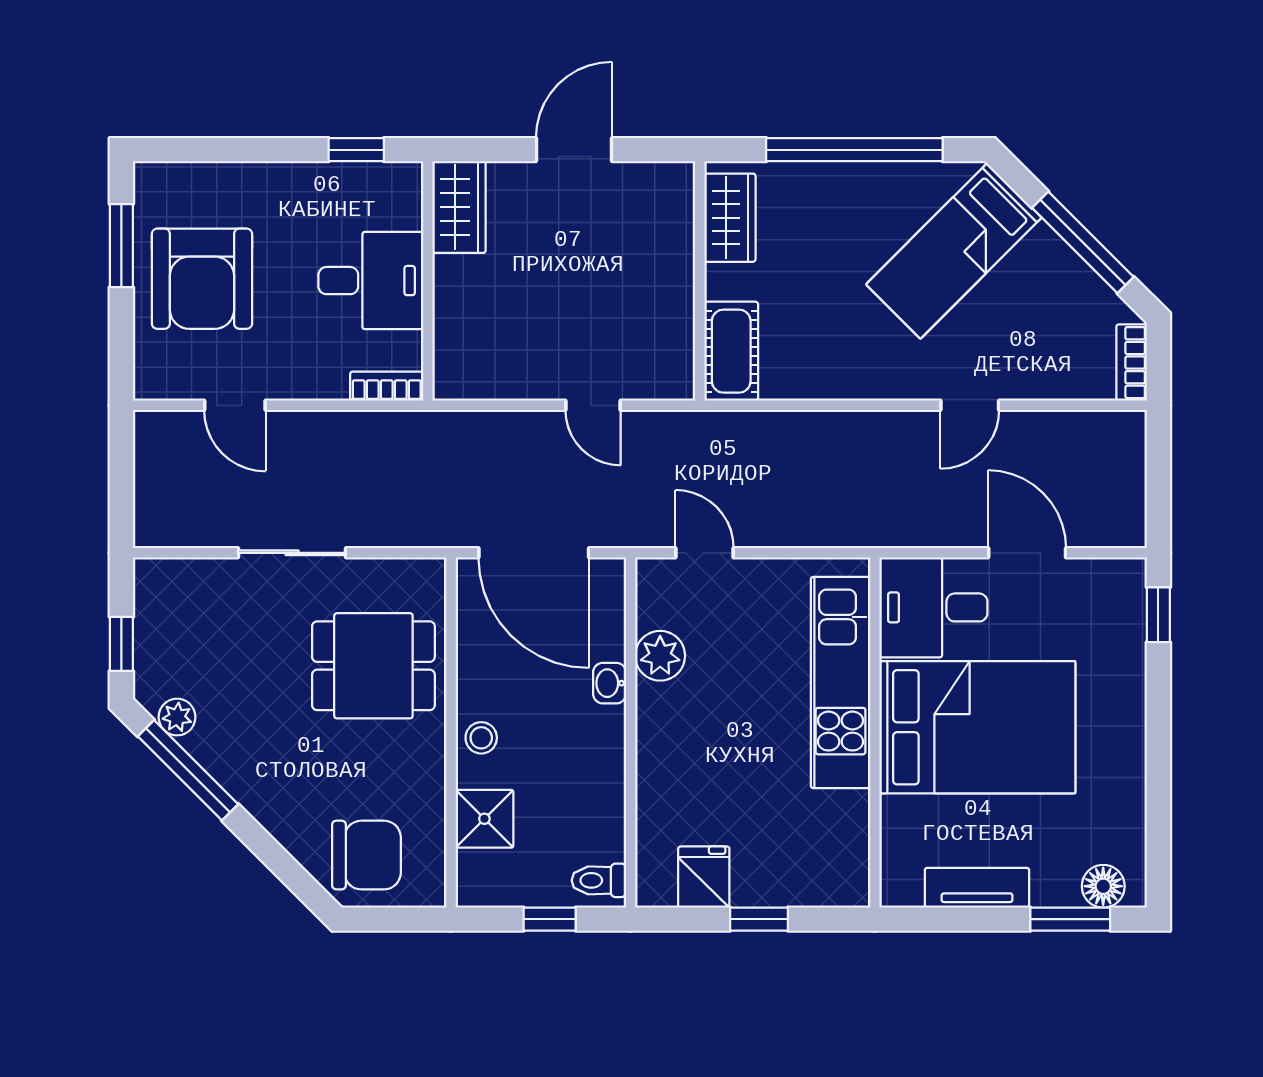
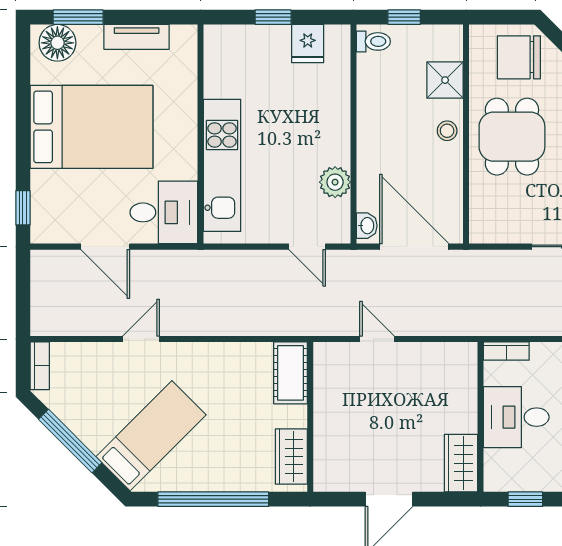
dining table: (373, 666) -> (512, 137), moved, turned 90
washbasin: (610, 683) -> (367, 226), moved
bed: (977, 727) -> (92, 127), moved, turned 180
floor lamp: (1103, 886) -> (57, 43), width x1.38, depth x1.38

